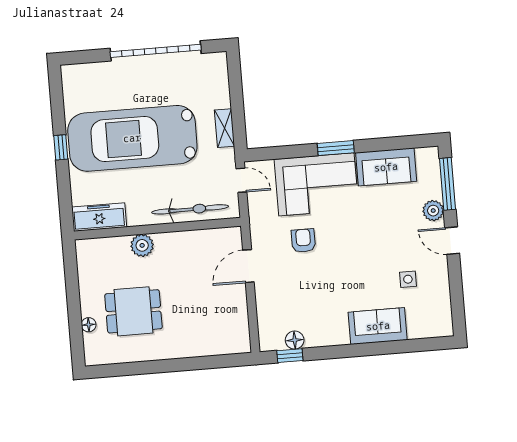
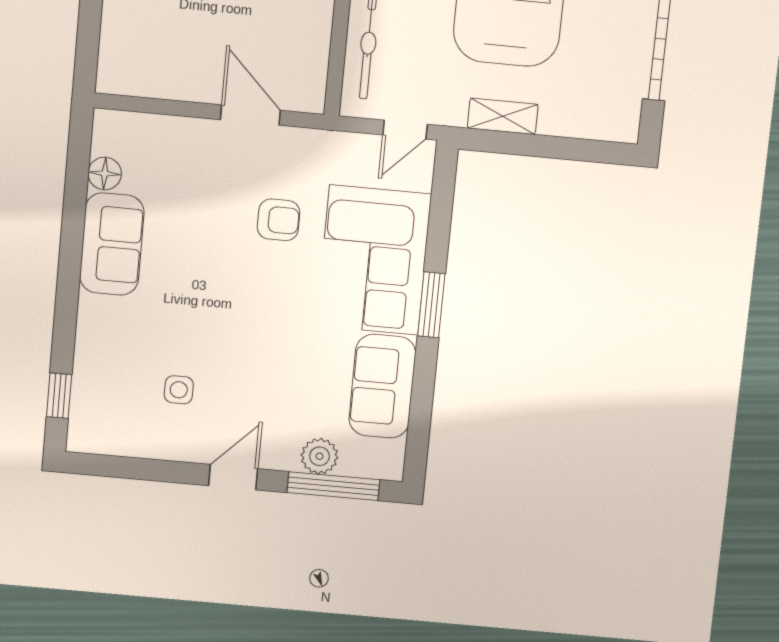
plant: (433, 211) -> (319, 456), moved
sofa: (378, 326) -> (112, 244), moved
window: (290, 356) -> (59, 396), moved

